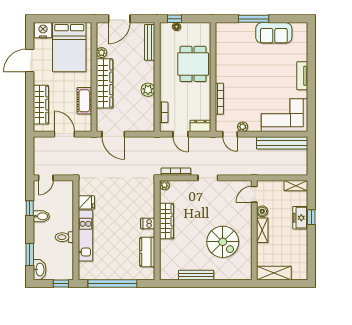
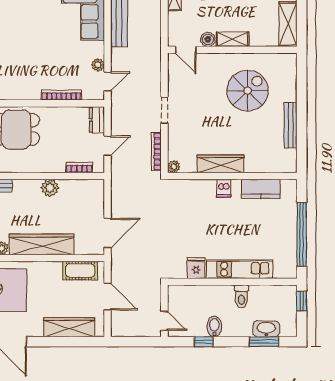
cot: (84, 101) -> (80, 271), moved
door: (64, 134) -> (108, 297), swing flipped
washbasin: (40, 270) -> (266, 329), moved

